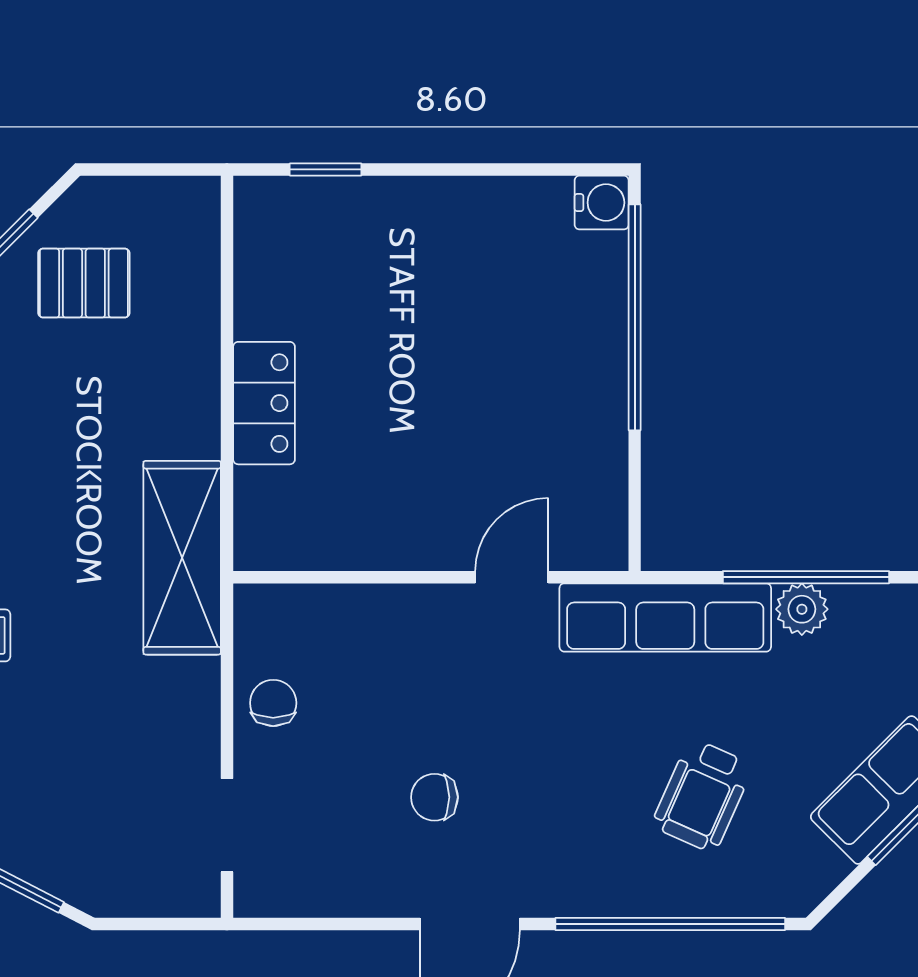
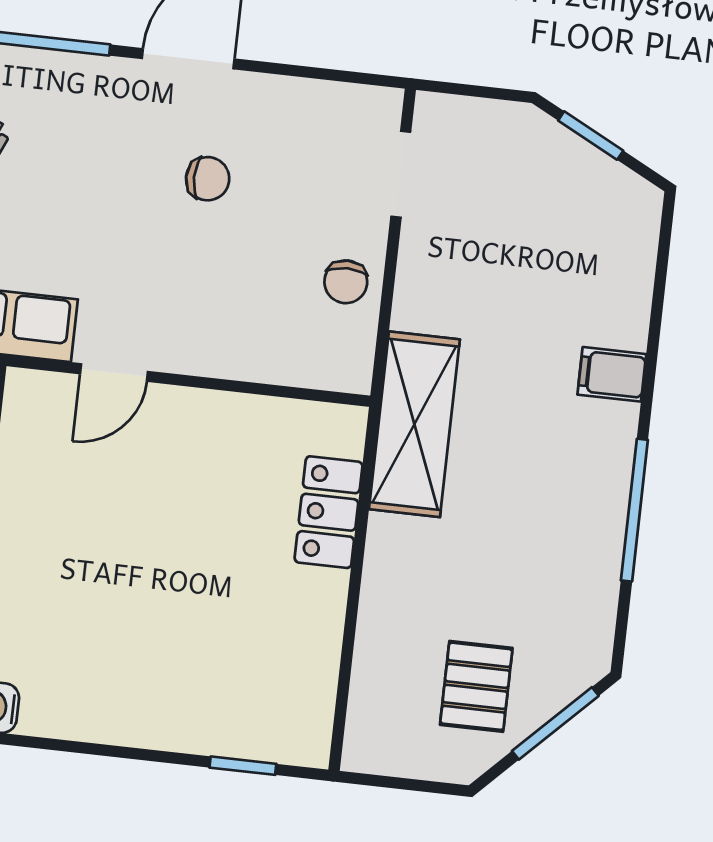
pallet: (84, 283) -> (476, 686), turned 90
locker: (264, 403) -> (329, 512), moved

